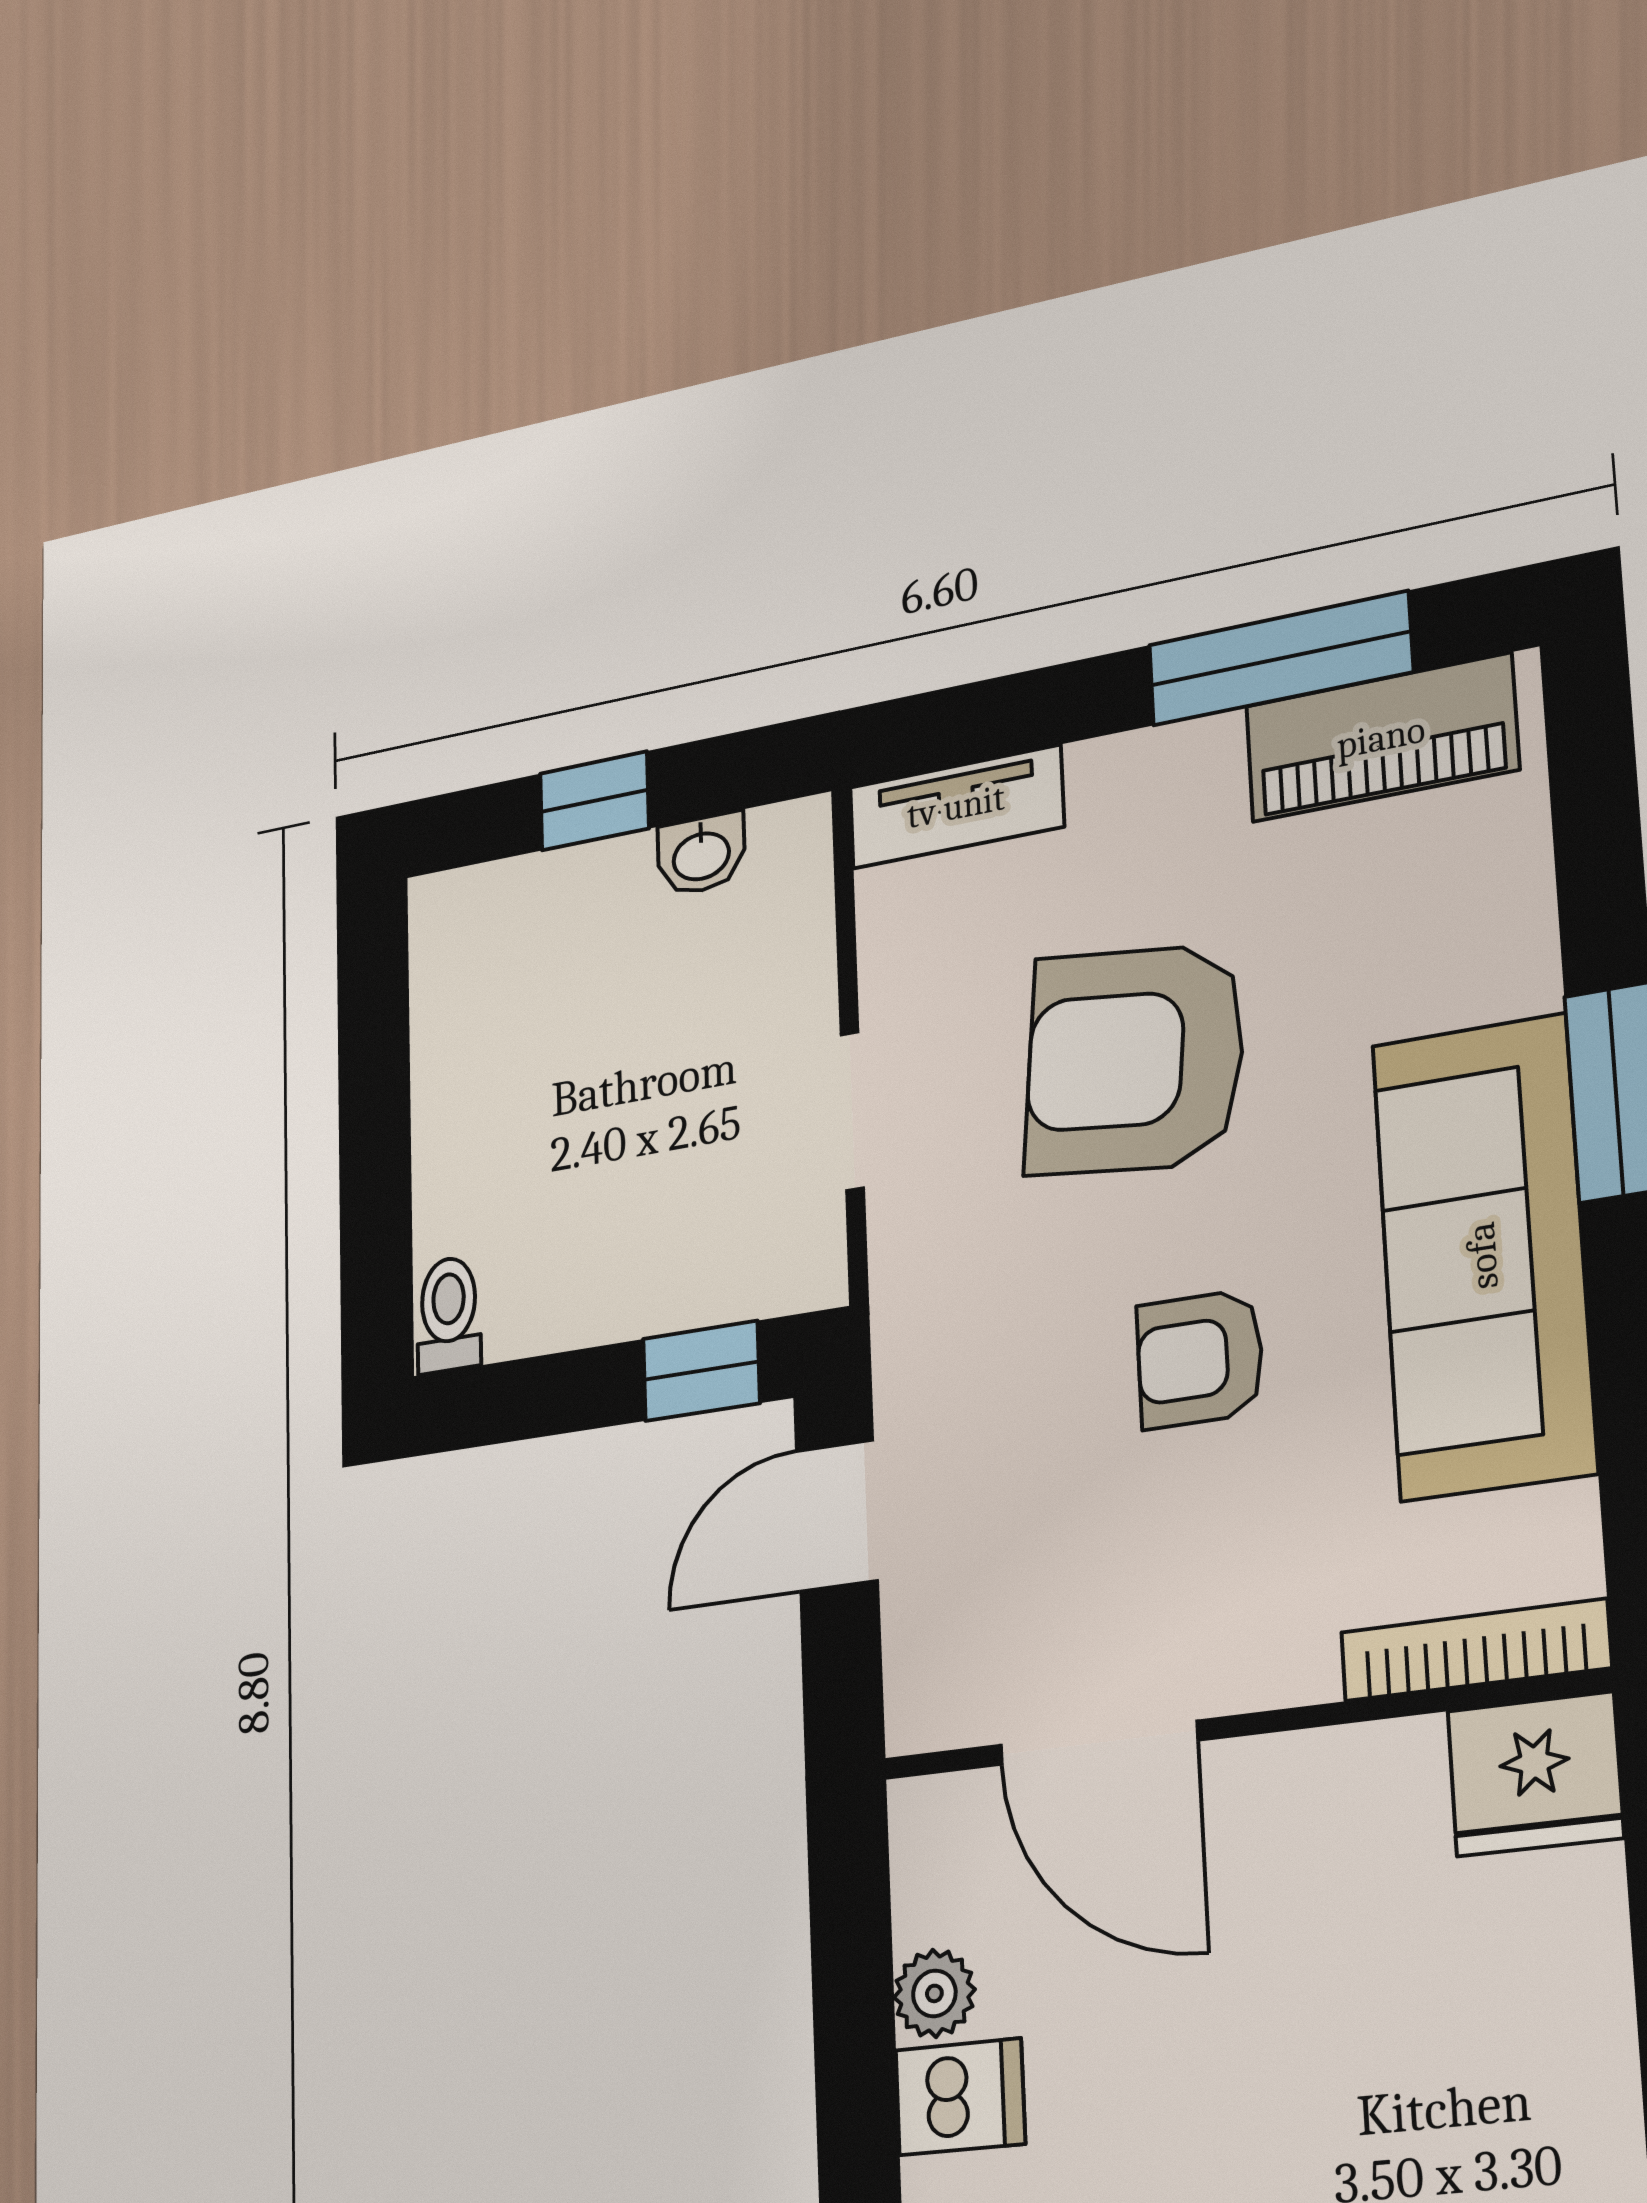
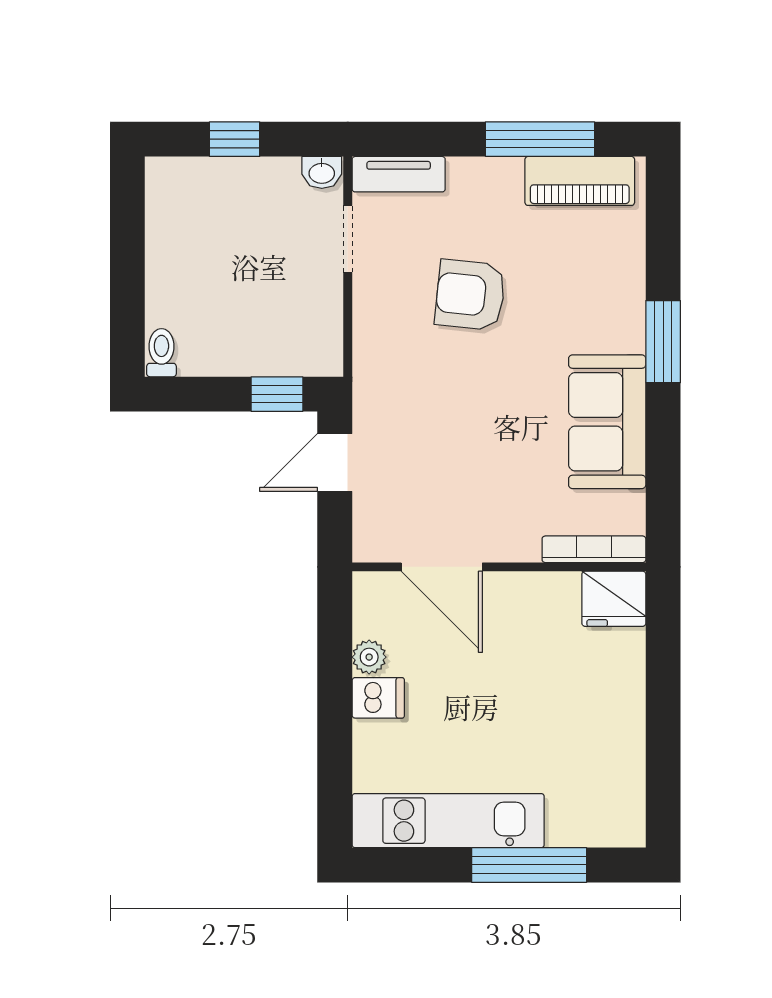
washbasin: (701, 854) -> (322, 172), moved
armchair: (1135, 1060) -> (470, 295), width x0.73, depth x0.73
doorway: (852, 1111) -> (348, 239), moved
sofa: (1483, 1256) -> (607, 422), width x0.73
armchair: (1200, 1359) -> (491, 421), removed

